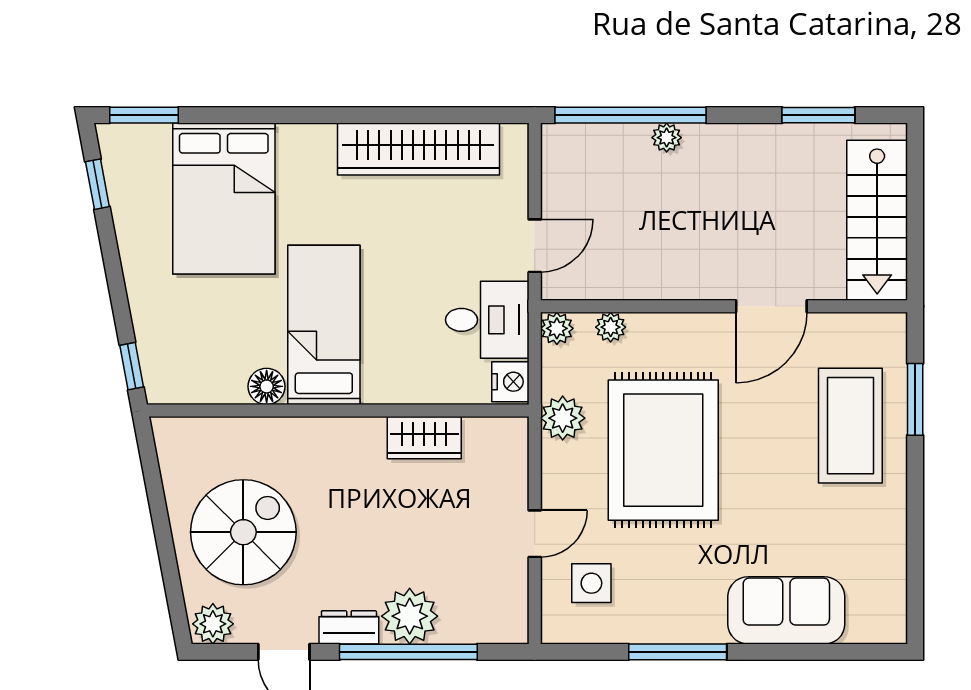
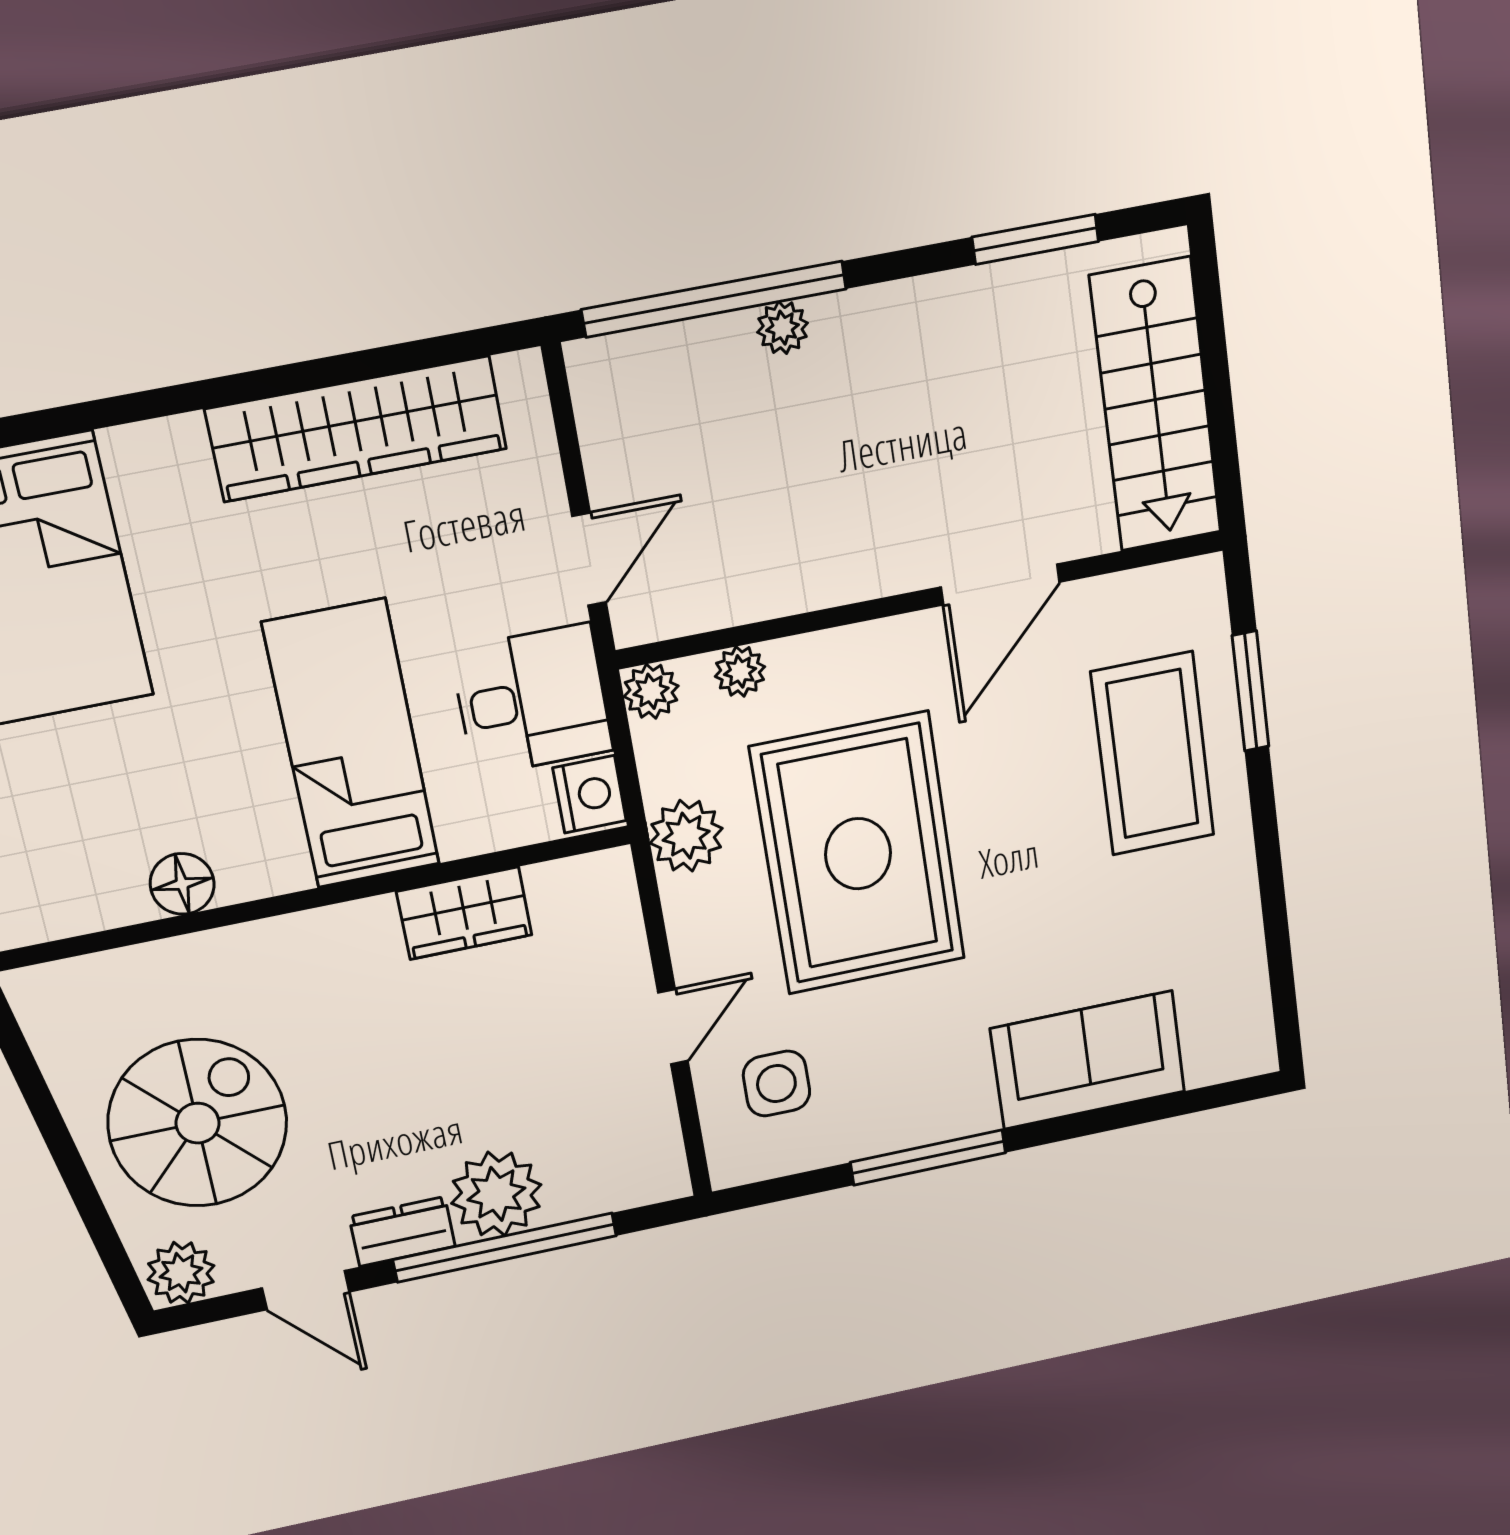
bed: (324, 325) -> (351, 745), moved

